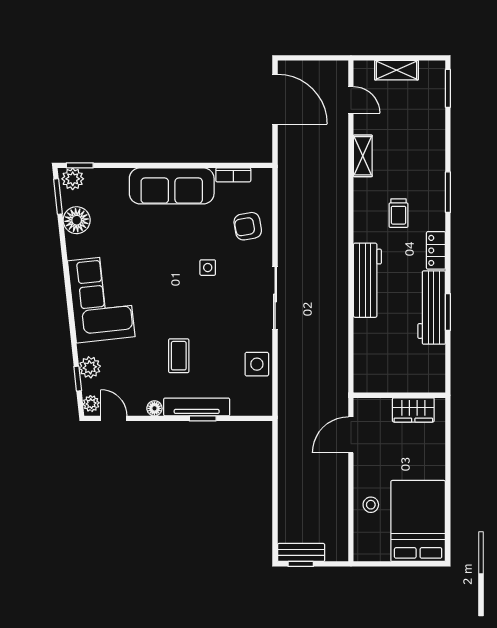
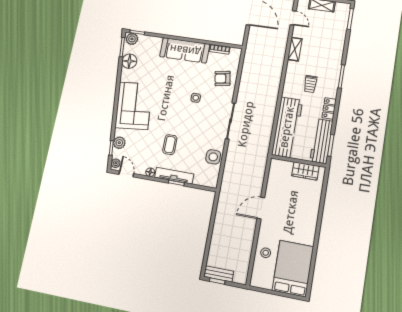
workbench: (367, 280) -> (287, 127), width x1.36, depth x1.32
wall: (399, 395) -> (298, 161), moved
wardrobe: (413, 410) -> (305, 171), moved

